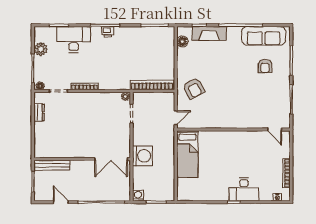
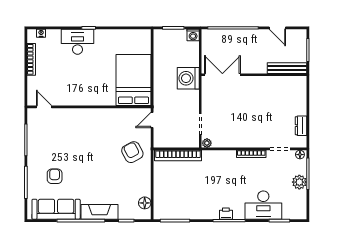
fireplace: (209, 33) -> (100, 212), moved
plant: (41, 49) -> (299, 182), moved
bed: (187, 154) -> (134, 80), width x1.50

